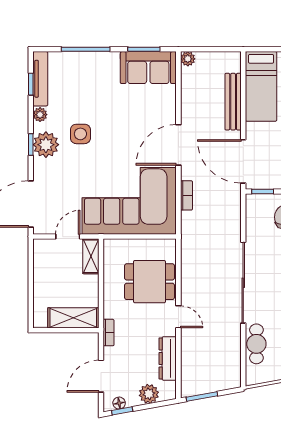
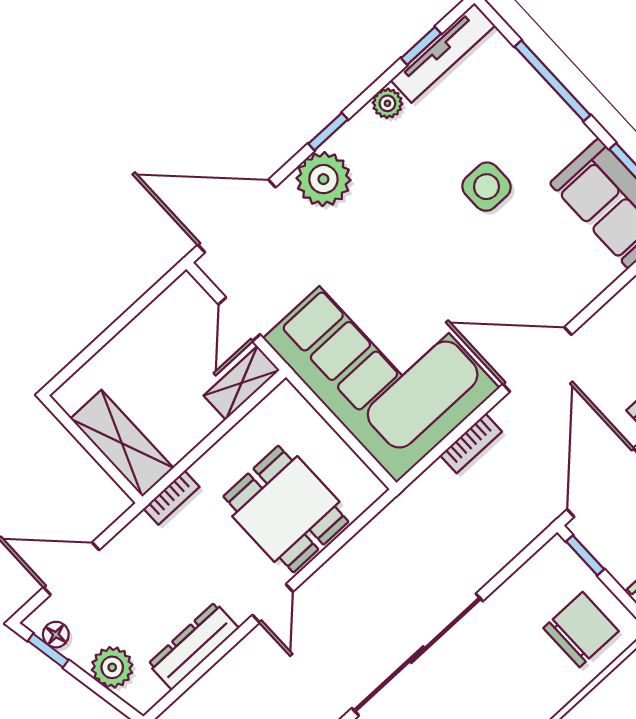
side table: (80, 134) -> (486, 187), moved
plant: (46, 145) -> (323, 179), moved
door: (68, 237) -> (239, 319), swing flipped
bookcase: (108, 333) -> (171, 498), moved

